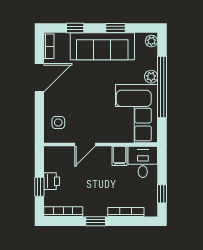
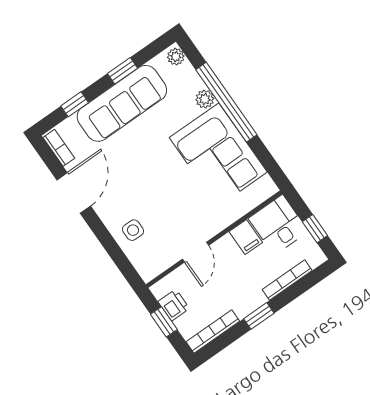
door: (85, 144) -> (196, 252), moved
wall: (101, 144) -> (214, 239), moved
filing cabinet: (120, 156) -> (246, 237), moved
desk: (143, 162) -> (278, 225), moved

